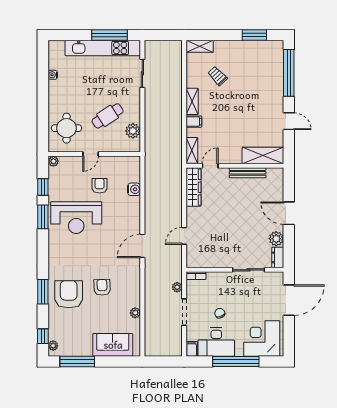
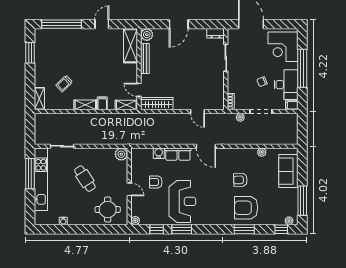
cafe table: (108, 116) -> (85, 179), moved
plant: (133, 131) -> (121, 154), moved
row of seats: (133, 212) -> (178, 154), added
plant: (276, 239) -> (147, 35), moved

